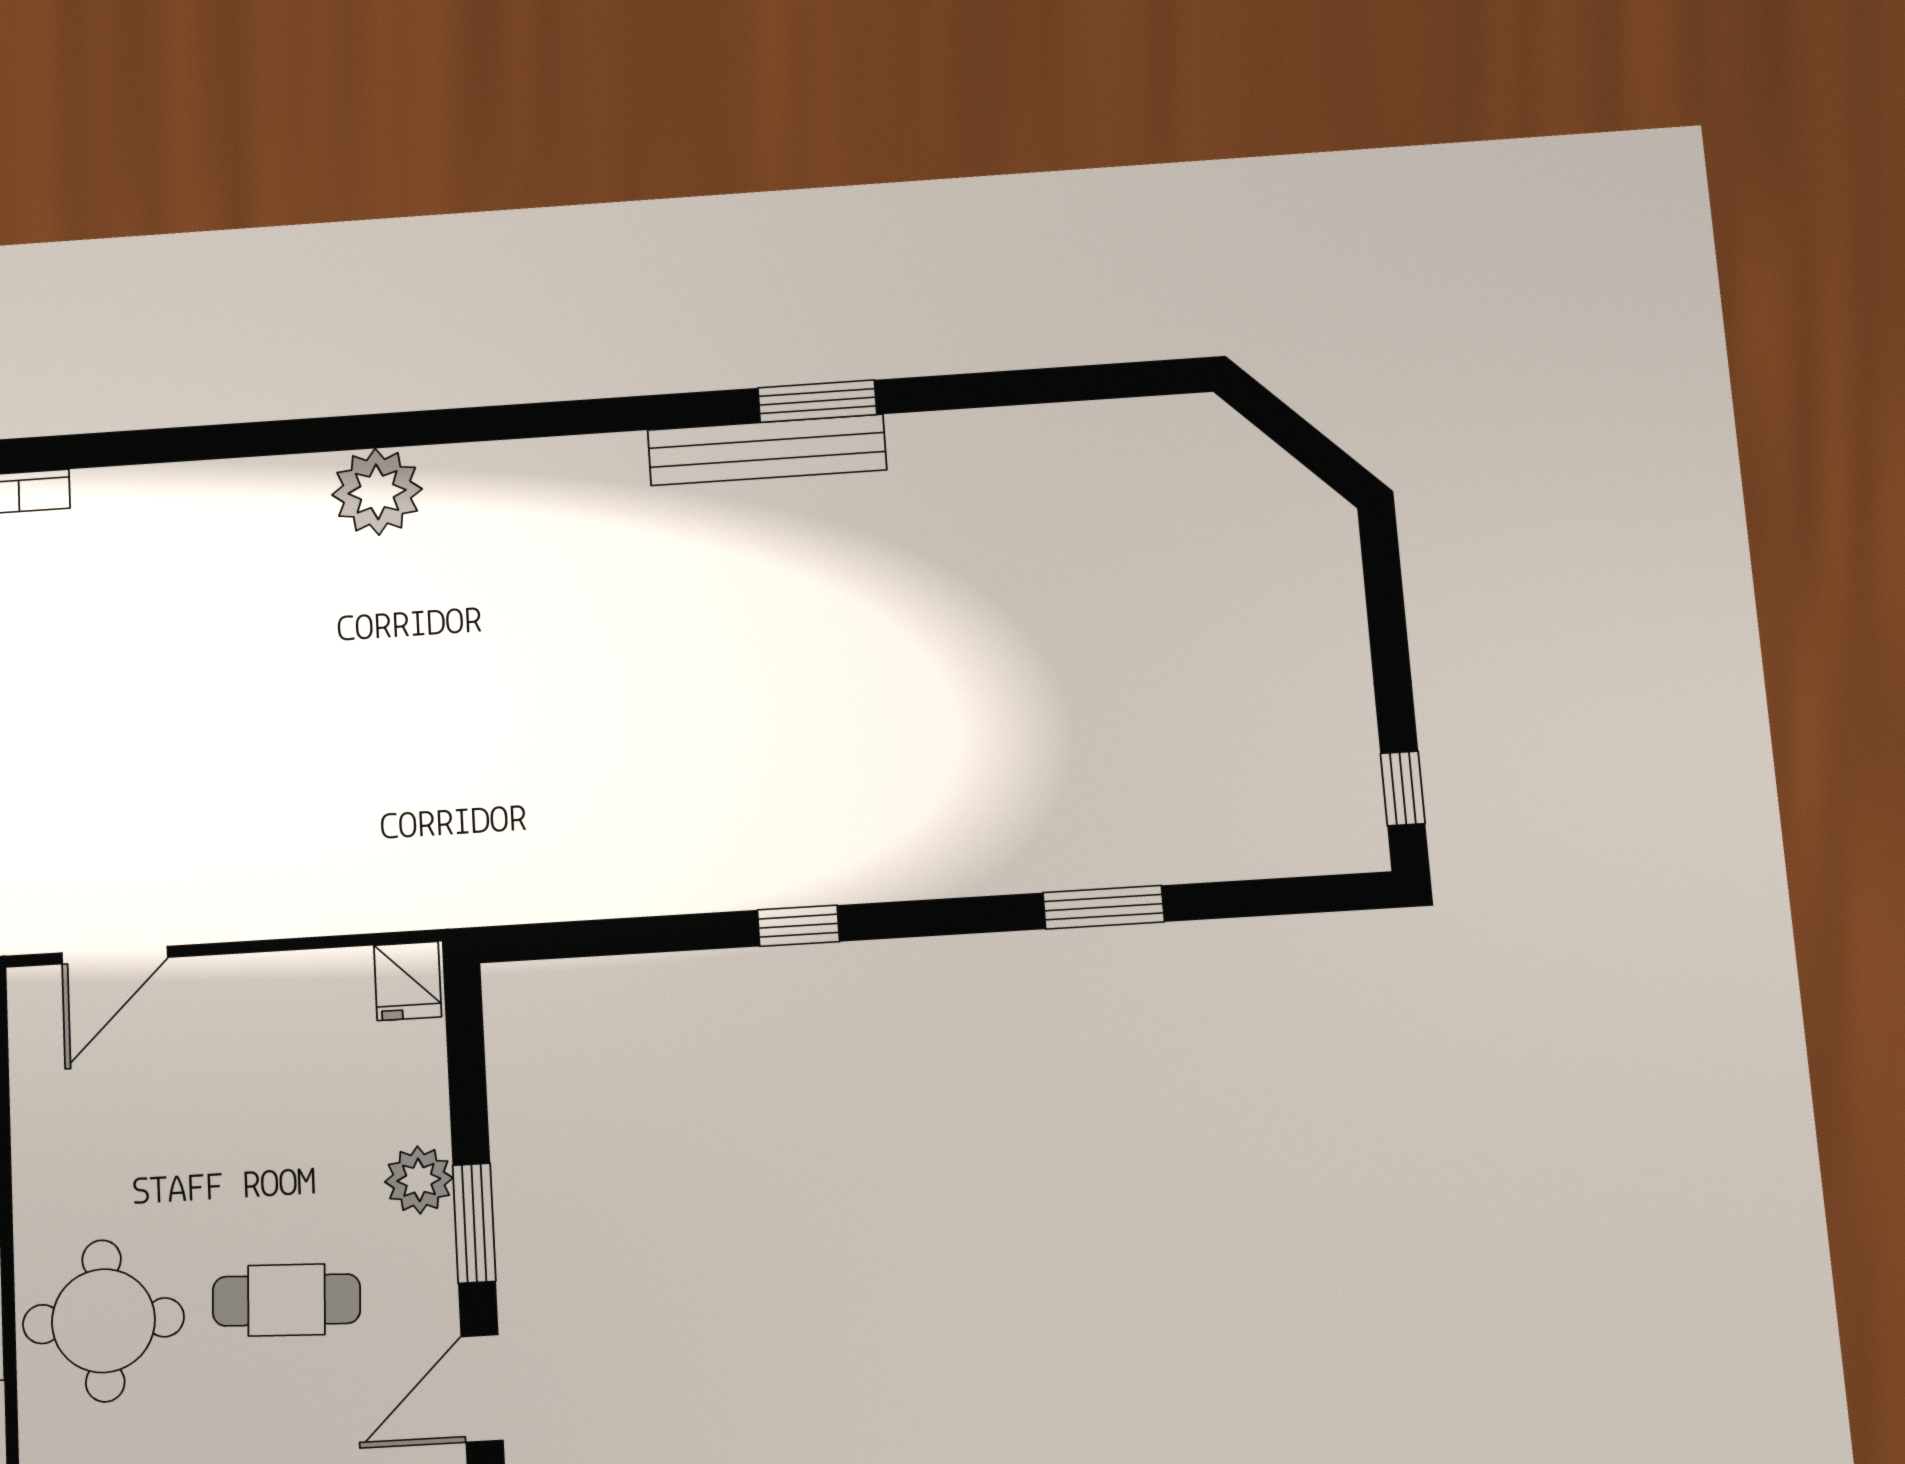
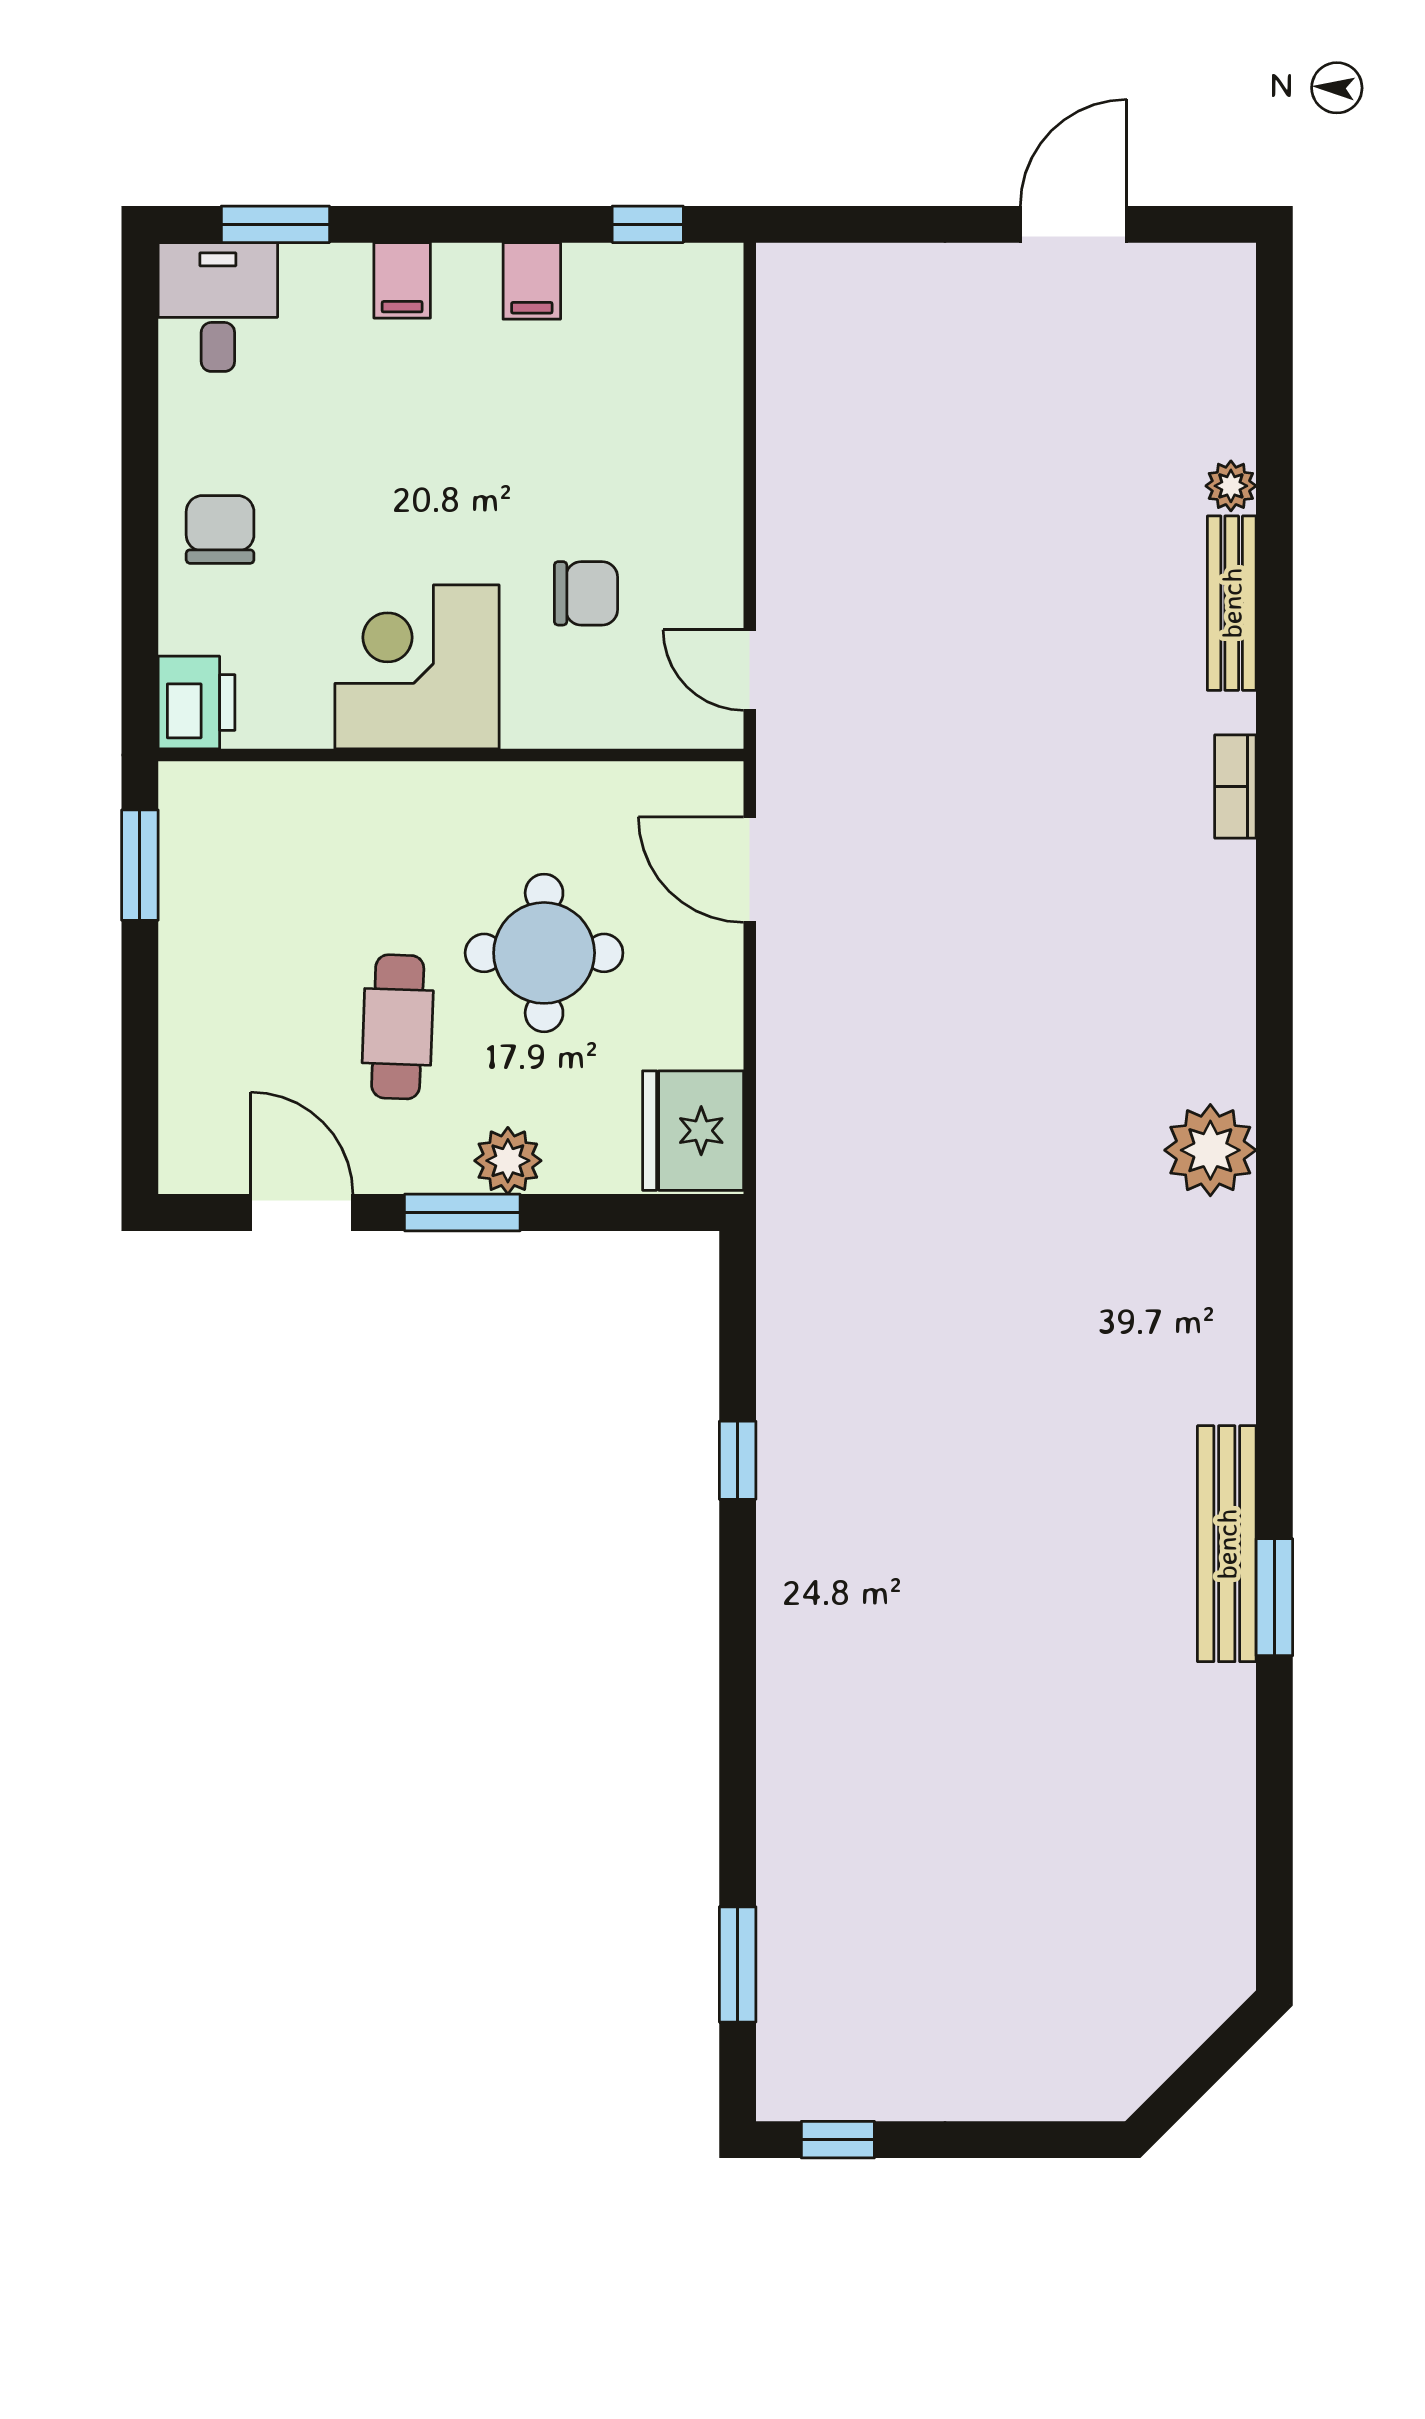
window: (1104, 907) -> (738, 1964), moved
window: (798, 926) -> (738, 1460), moved
fridge: (408, 981) -> (693, 1131), width x1.88, depth x1.34
round table: (103, 1321) -> (544, 953), moved

